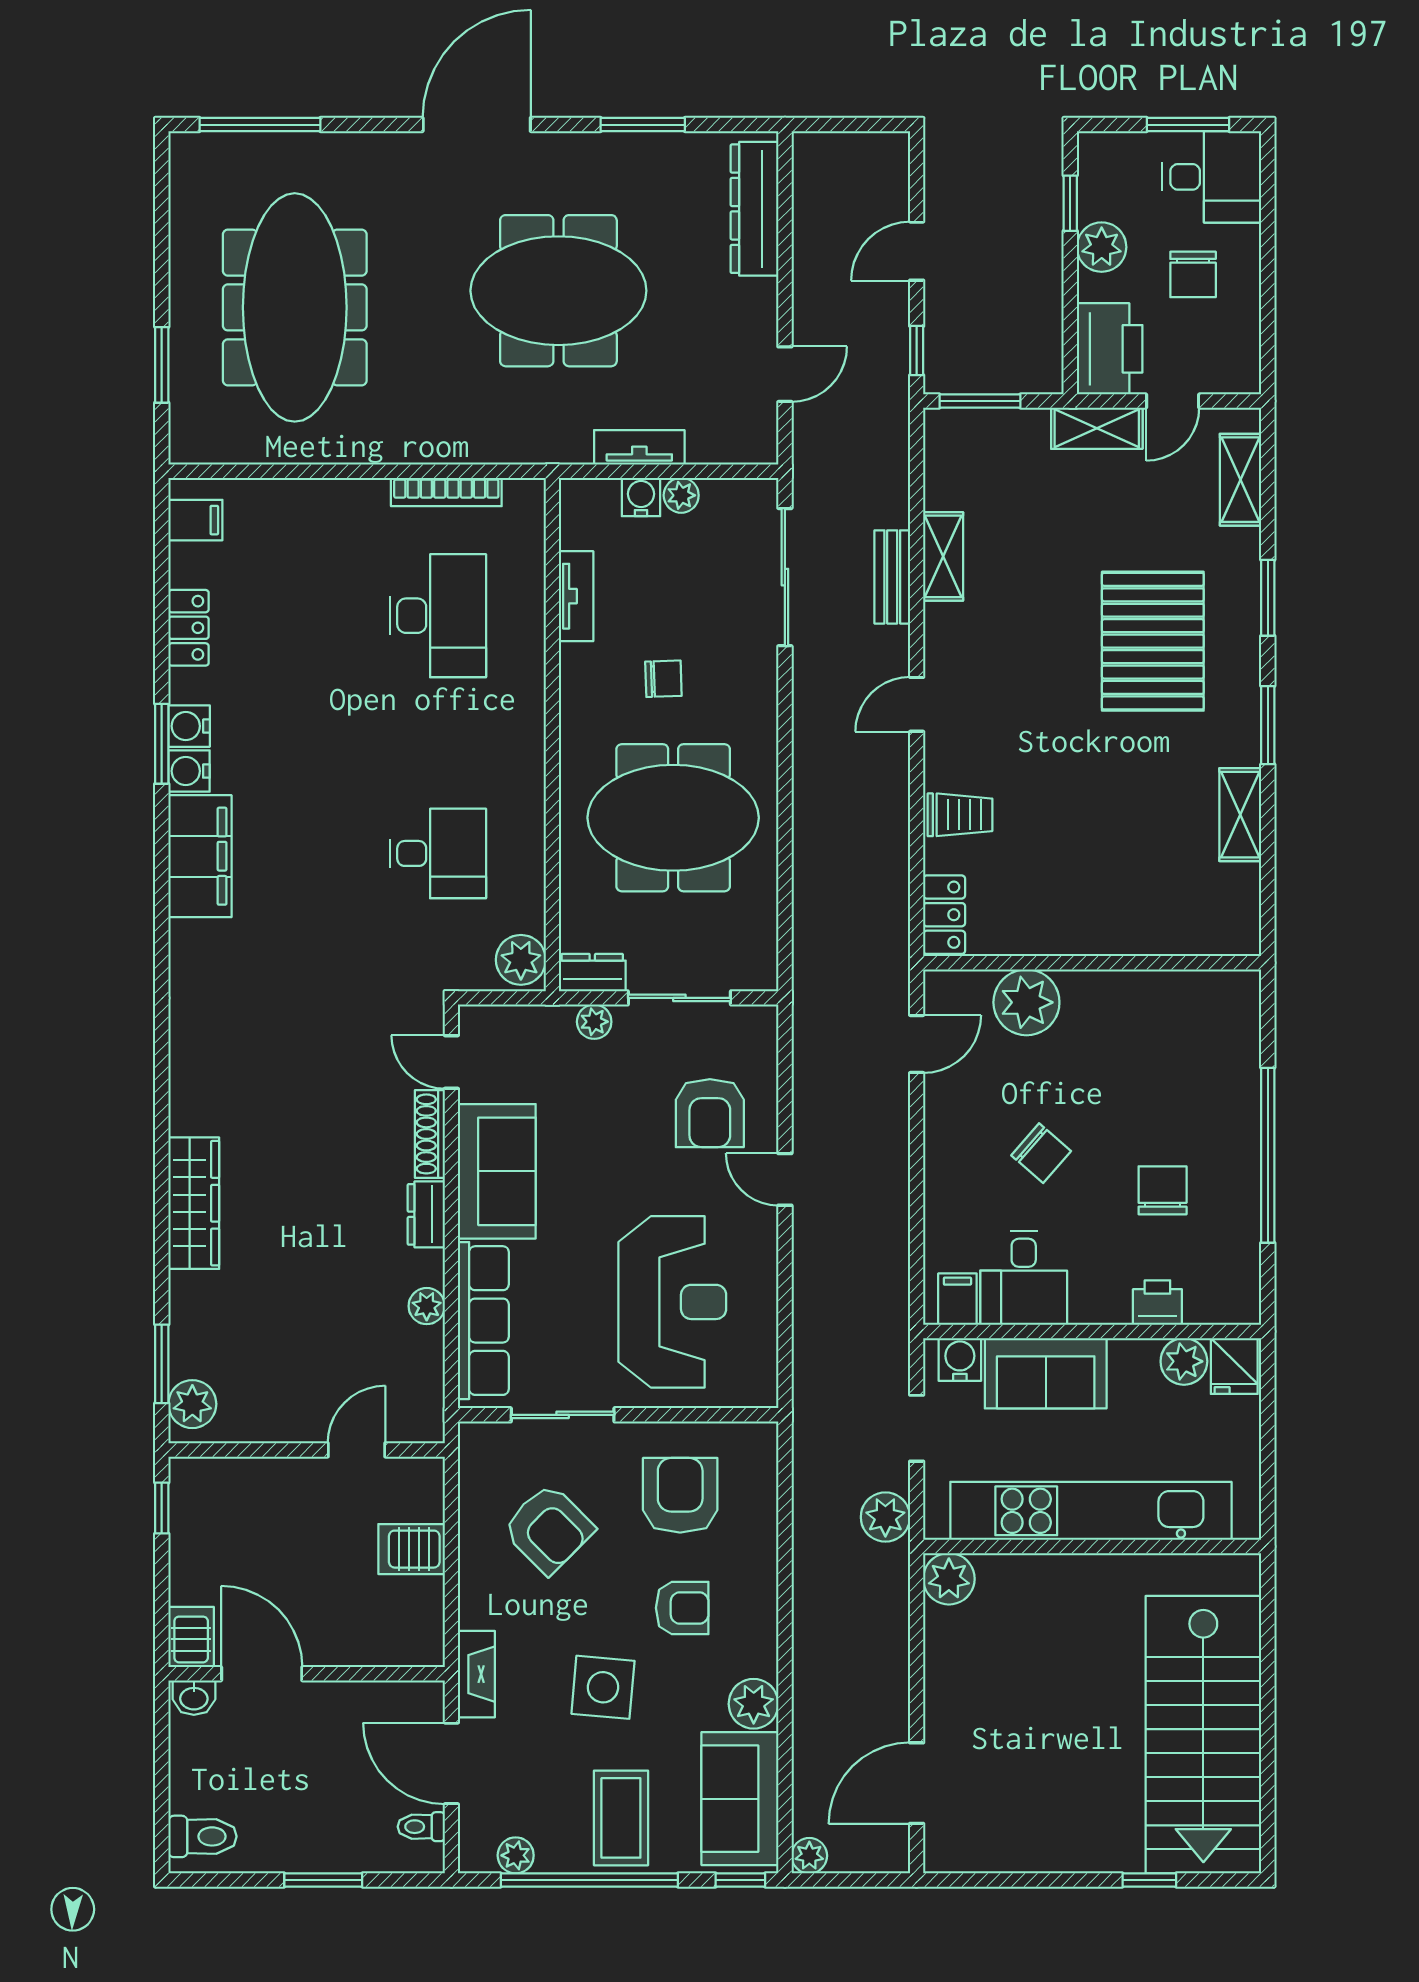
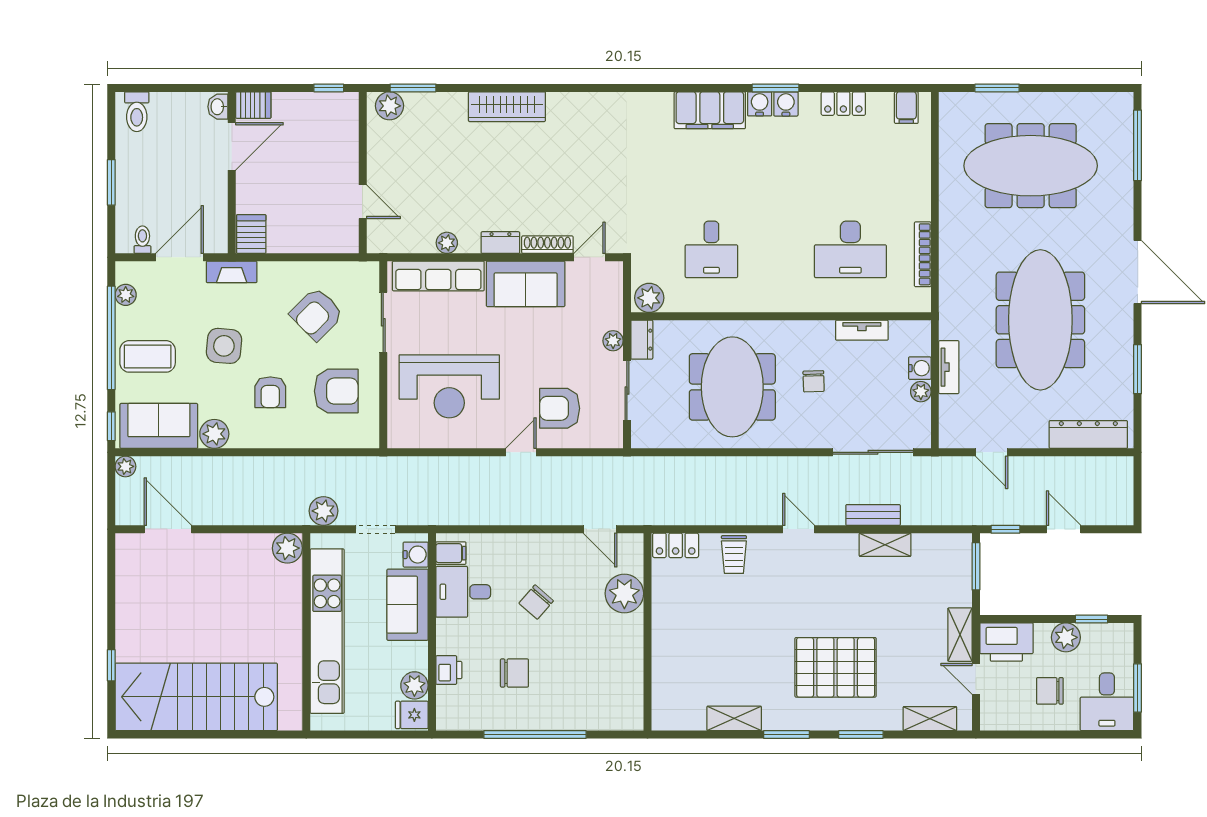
meeting table: (558, 291) -> (1040, 320), width x1.36
server rack: (412, 1549) -> (251, 234), moved

